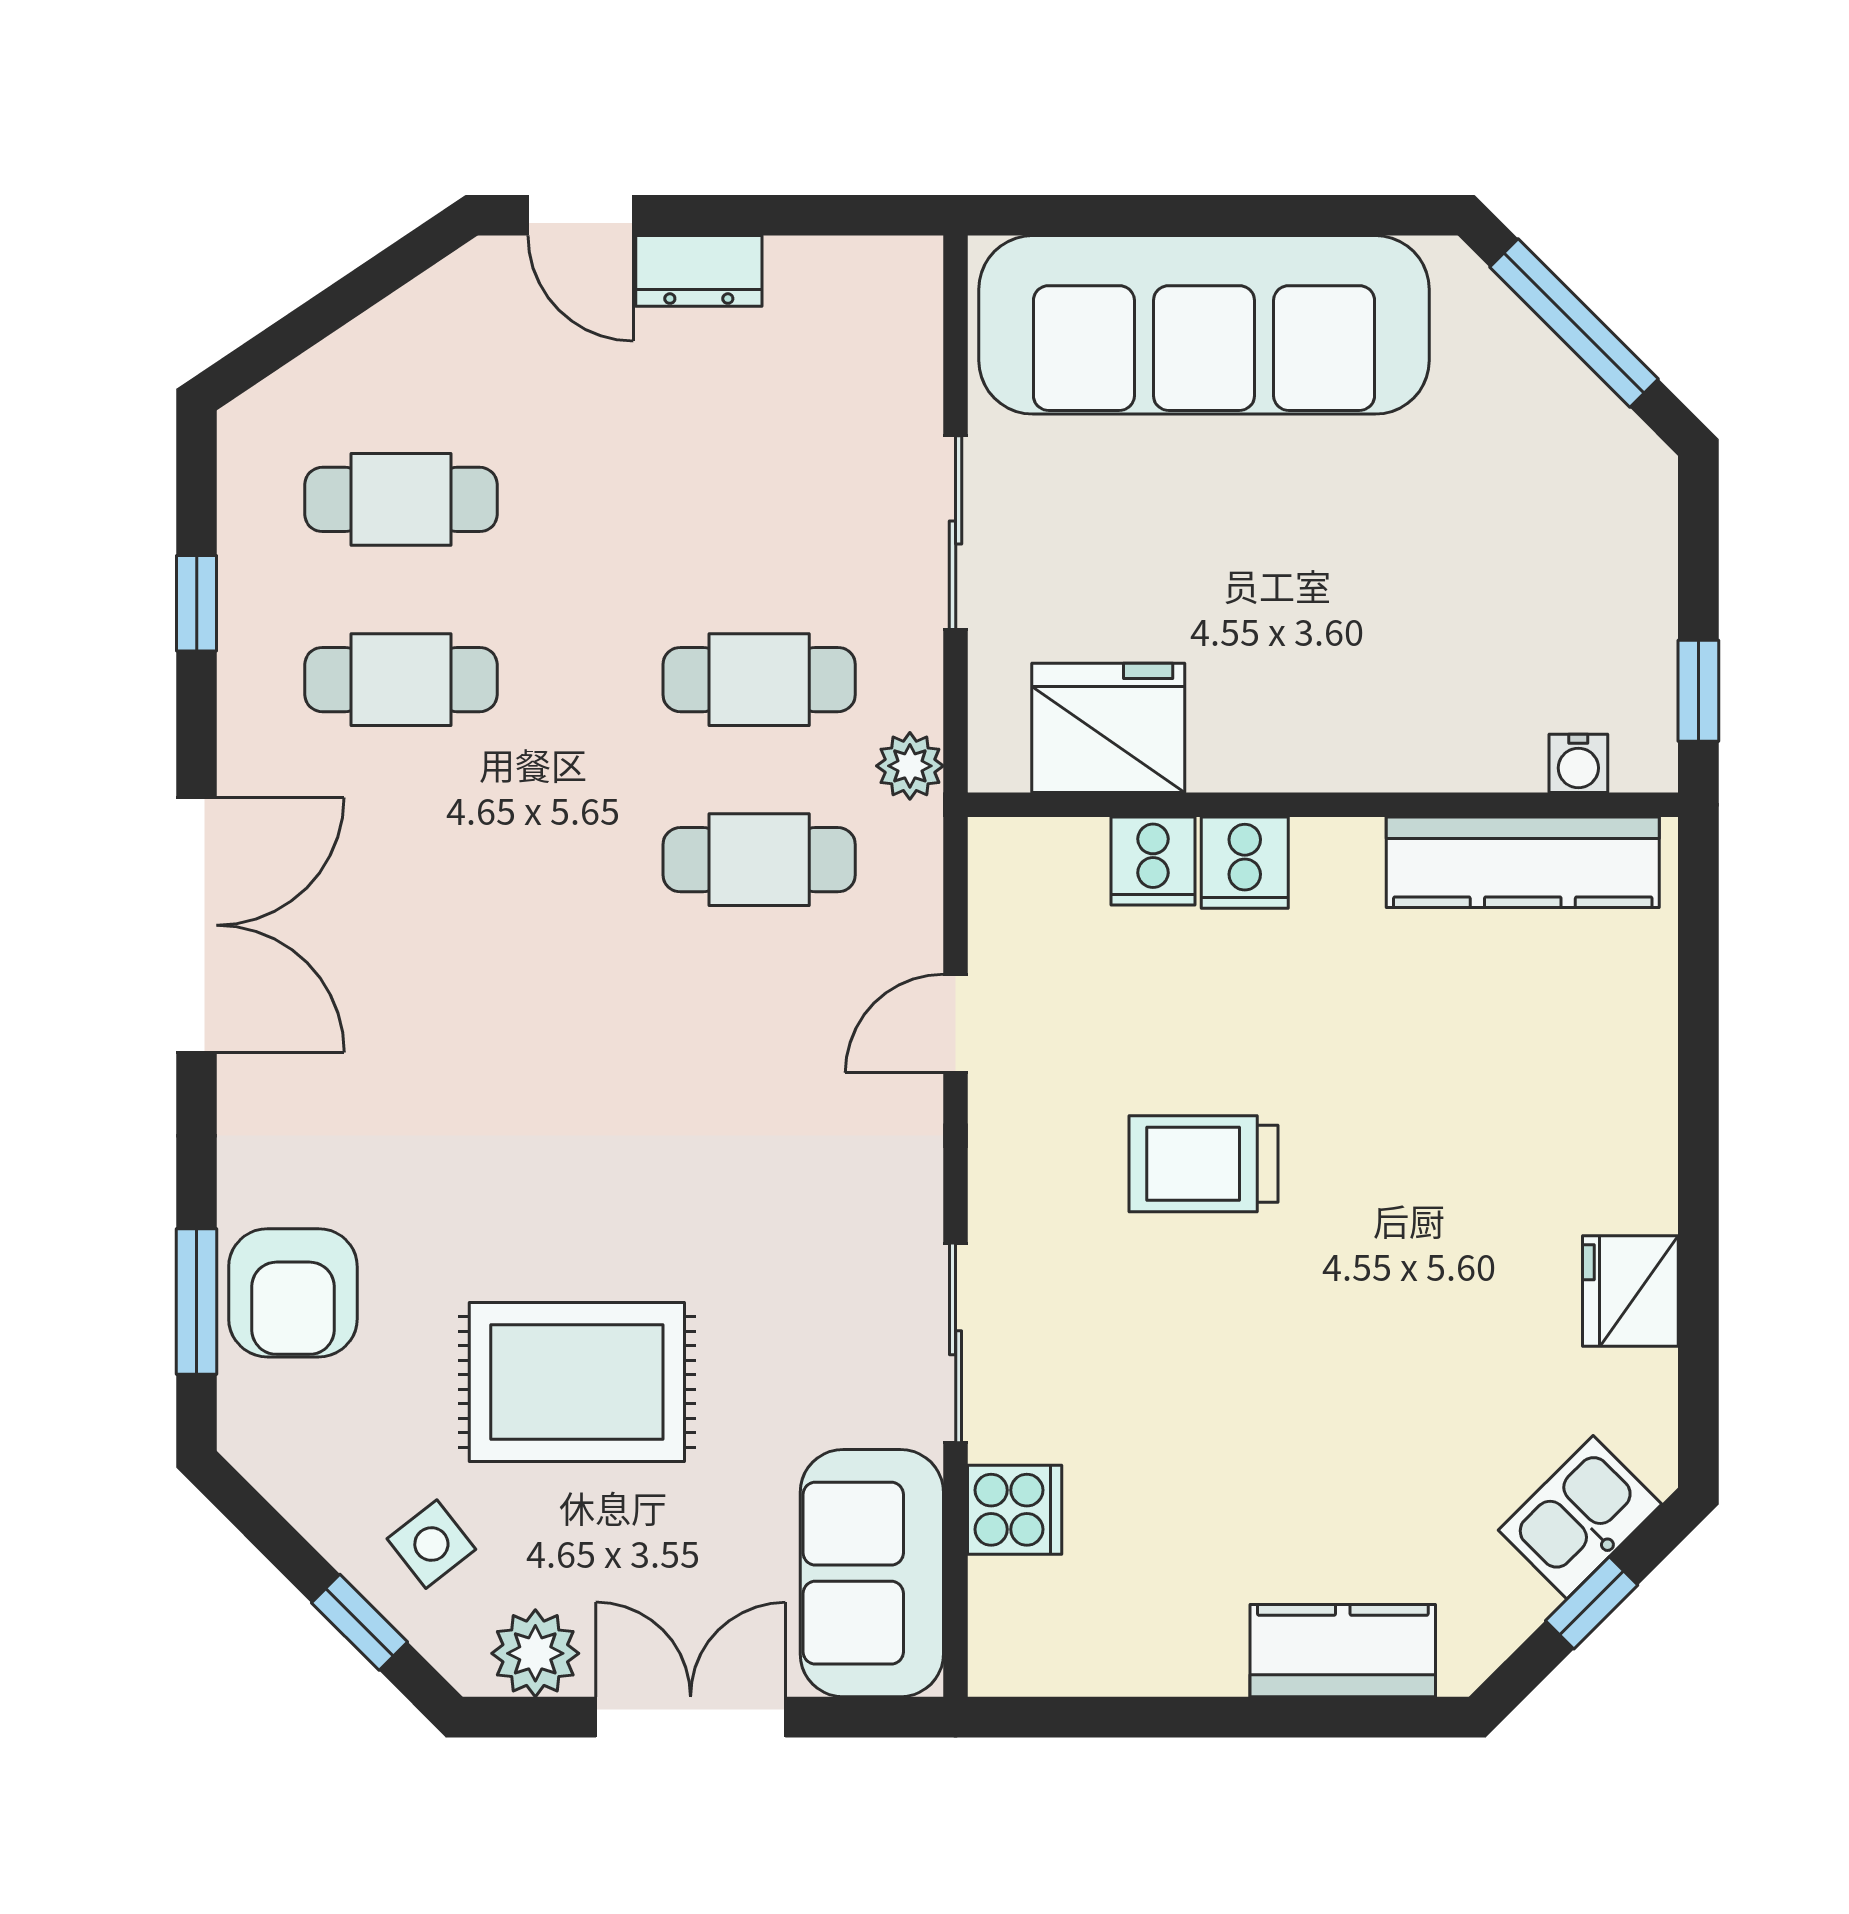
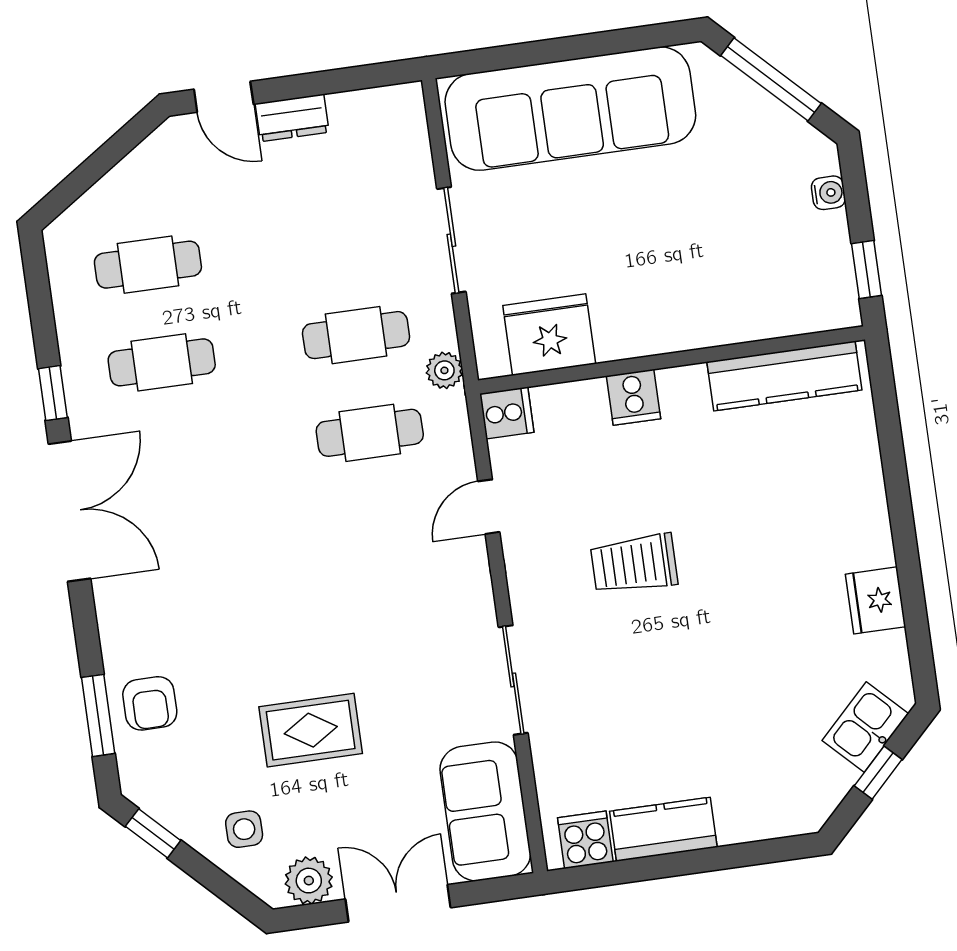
window: (197, 603) -> (53, 393), moved
water cooler: (1578, 763) -> (828, 193), moved, turned -90
cooker: (1153, 861) -> (507, 413), moved, turned -90
armchair: (293, 1293) -> (150, 703), width x0.72, depth x0.72
rug: (577, 1382) -> (311, 730), width x0.73, depth x0.70
cooker: (1015, 1510) -> (585, 840), moved, turned -90
side table: (431, 1544) -> (244, 829), turned 38
window: (360, 1622) -> (153, 833), moved
kitchen counter: (1343, 1651) -> (663, 829), moved

